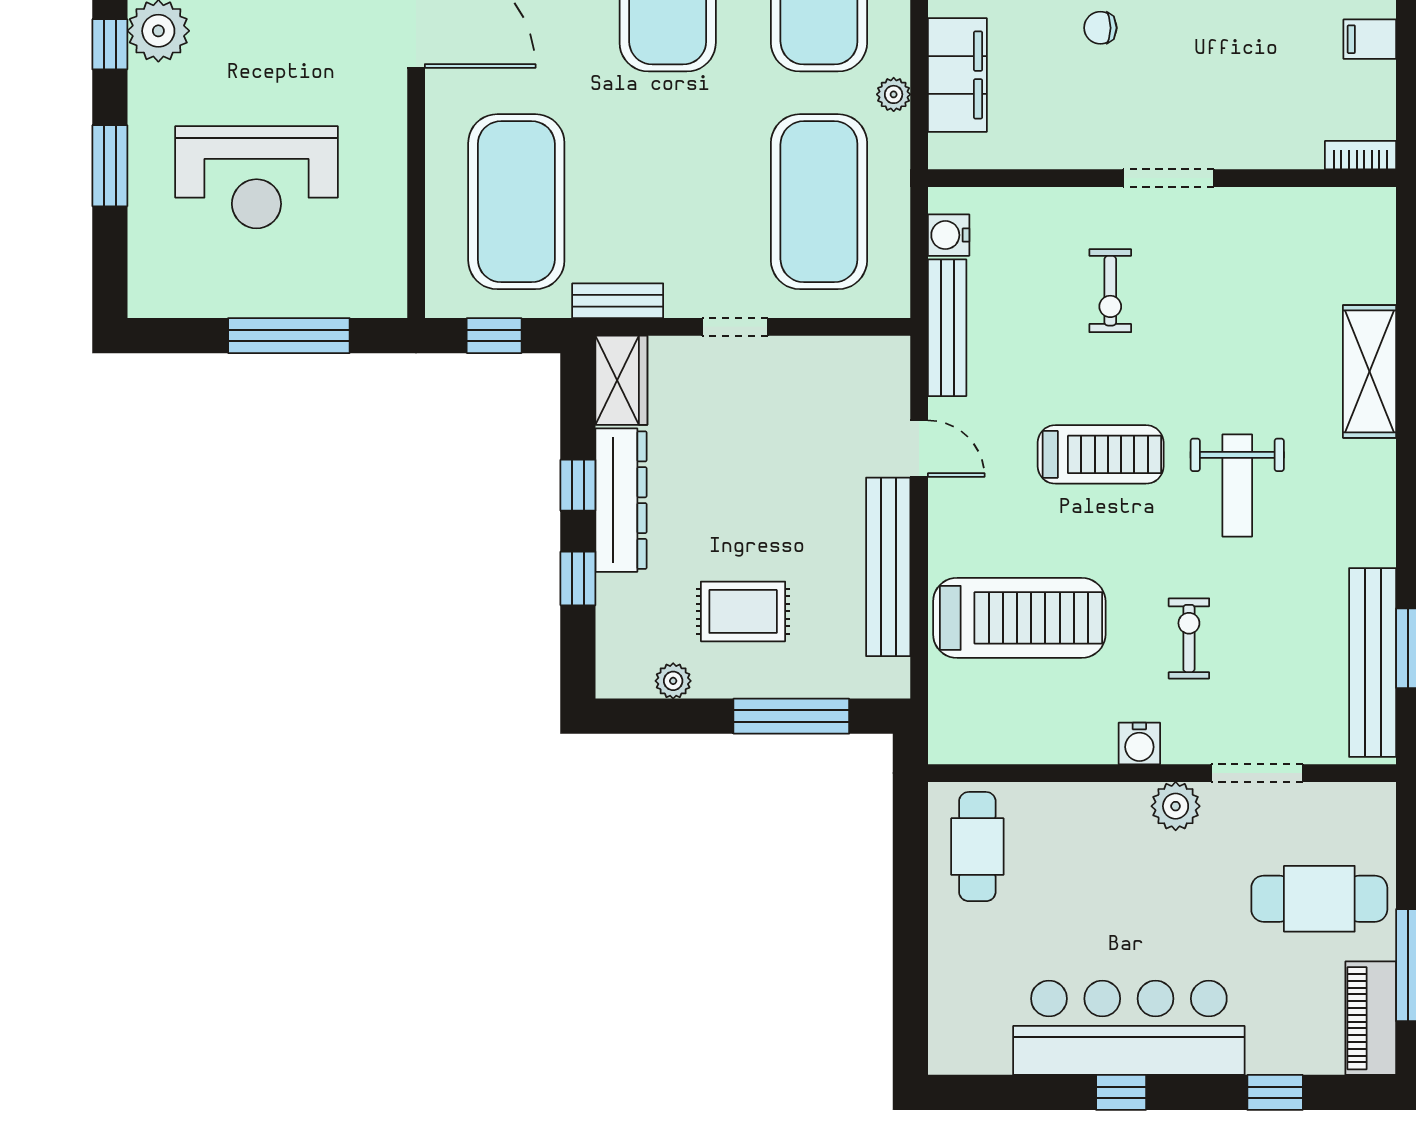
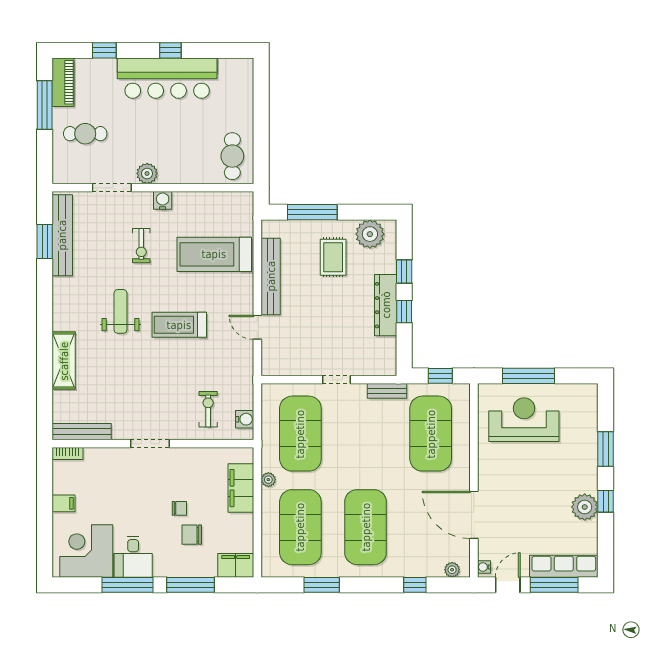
reception desk: (256, 177) -> (524, 420), moved
exercise bike: (1110, 291) -> (208, 409), moved
bench: (947, 328) -> (82, 432), moved, turned 90
wardrobe: (621, 380) -> (385, 357), removed
rug: (743, 611) -> (333, 257), turned 90
plant: (673, 681) -> (370, 234), width x1.87, depth x1.87
cafe table: (1319, 899) -> (85, 134), width x0.73, depth x0.74

